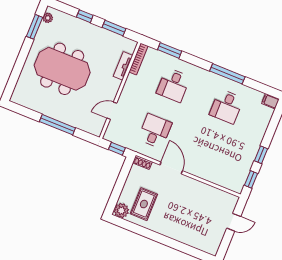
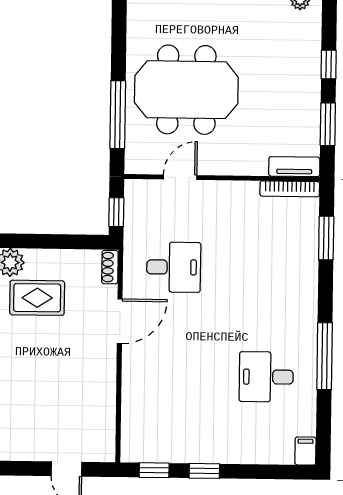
tv unit: (123, 66) -> (294, 167), moved
meeting table: (62, 69) -> (186, 90), moved, turned 90
desk: (173, 85) -> (268, 268), removed
door: (112, 111) -> (180, 177), hinge flipped
window: (57, 125) -> (118, 115), moved

